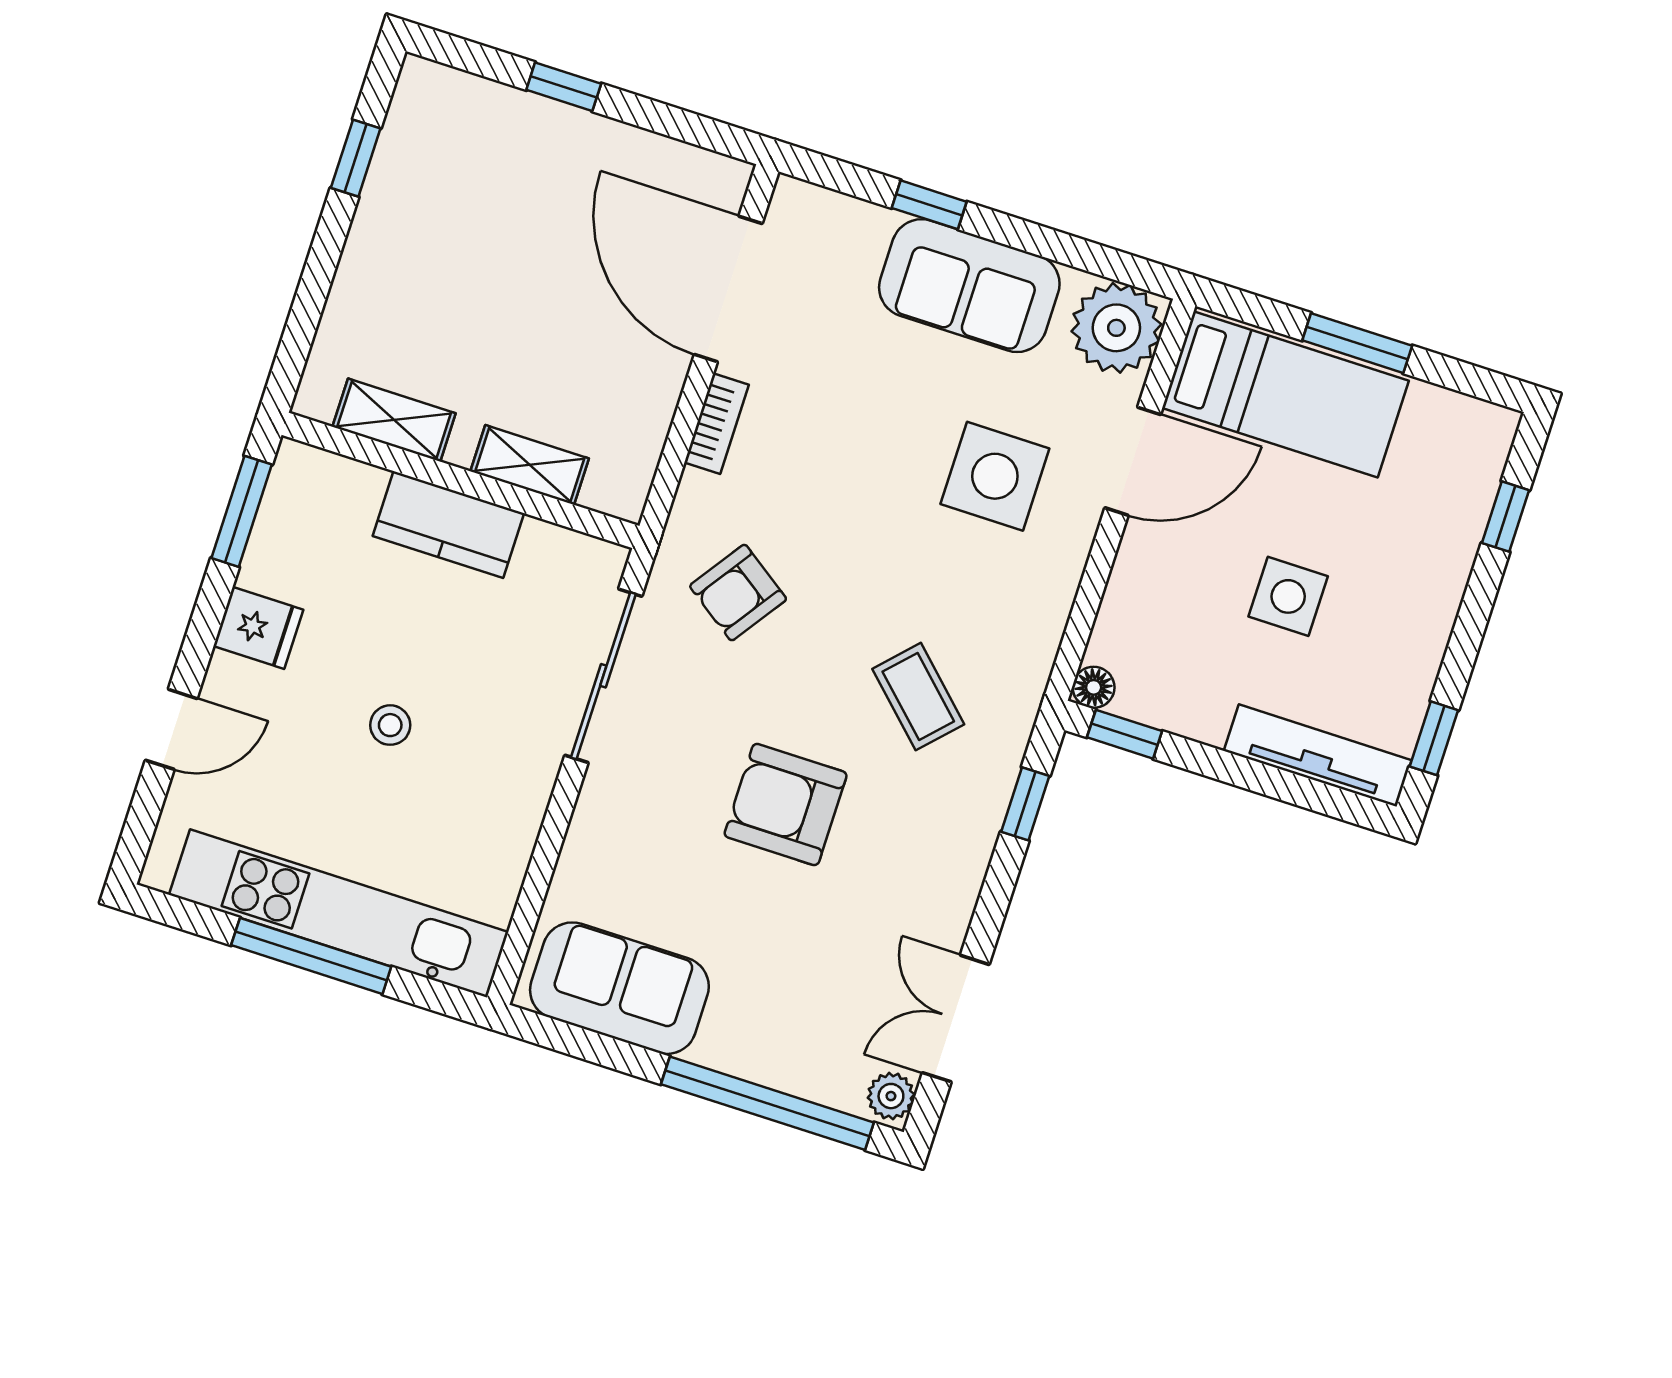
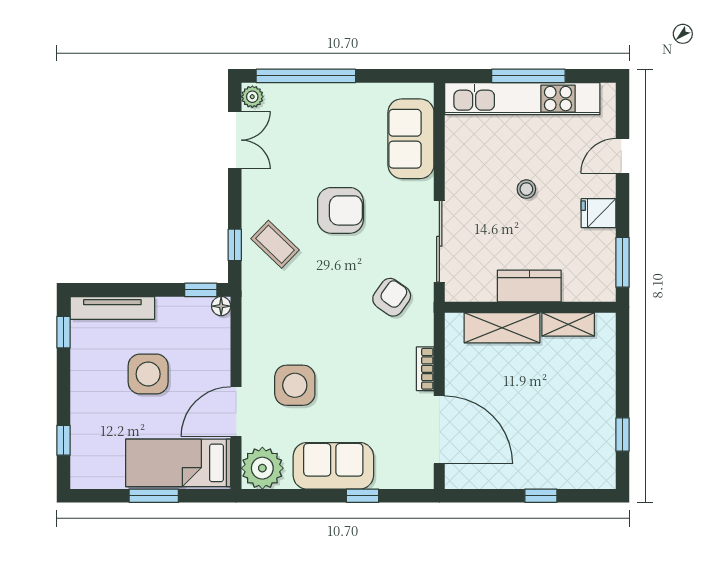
shelving: (530, 465) -> (502, 328), width x1.50, depth x1.33
side table: (1288, 596) -> (148, 374), width x1.37, depth x1.37
coffee table: (918, 697) -> (275, 244), moved
sofa: (619, 988) -> (411, 139), moved, turned 90

